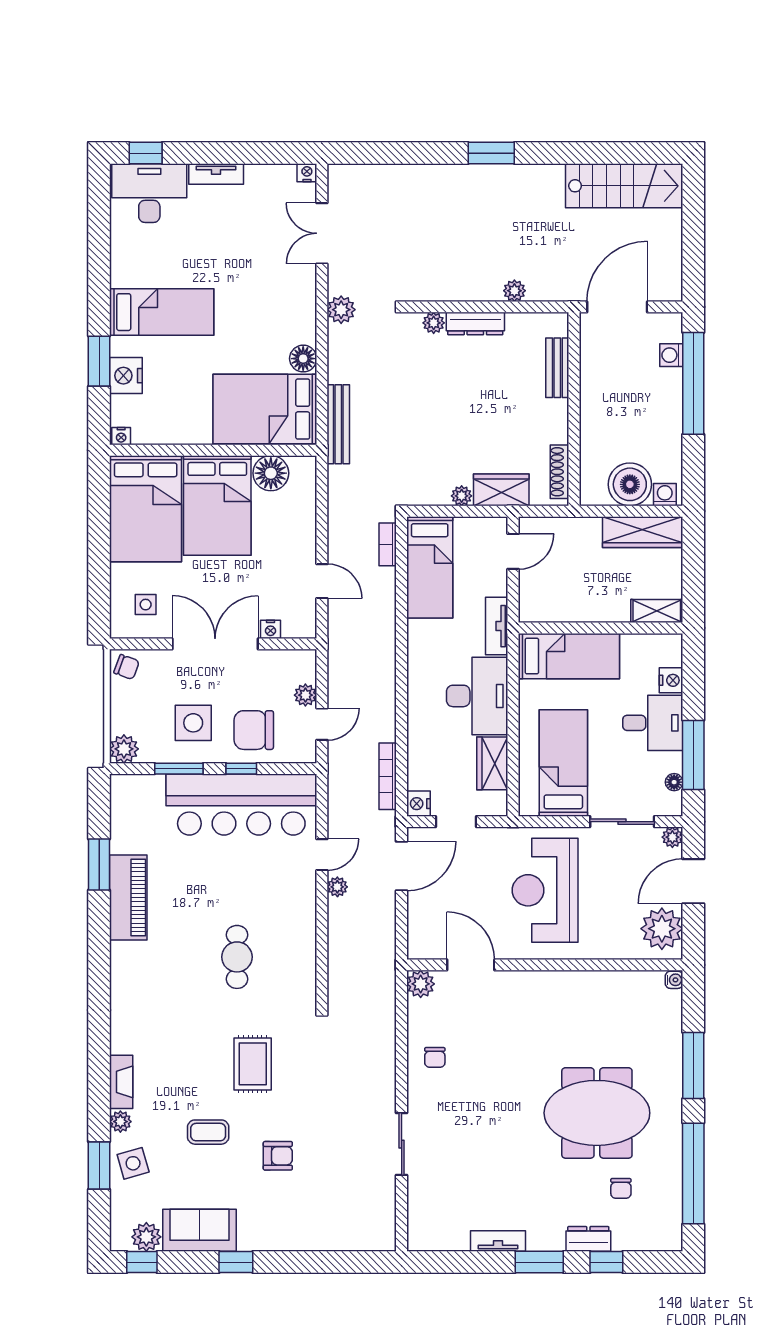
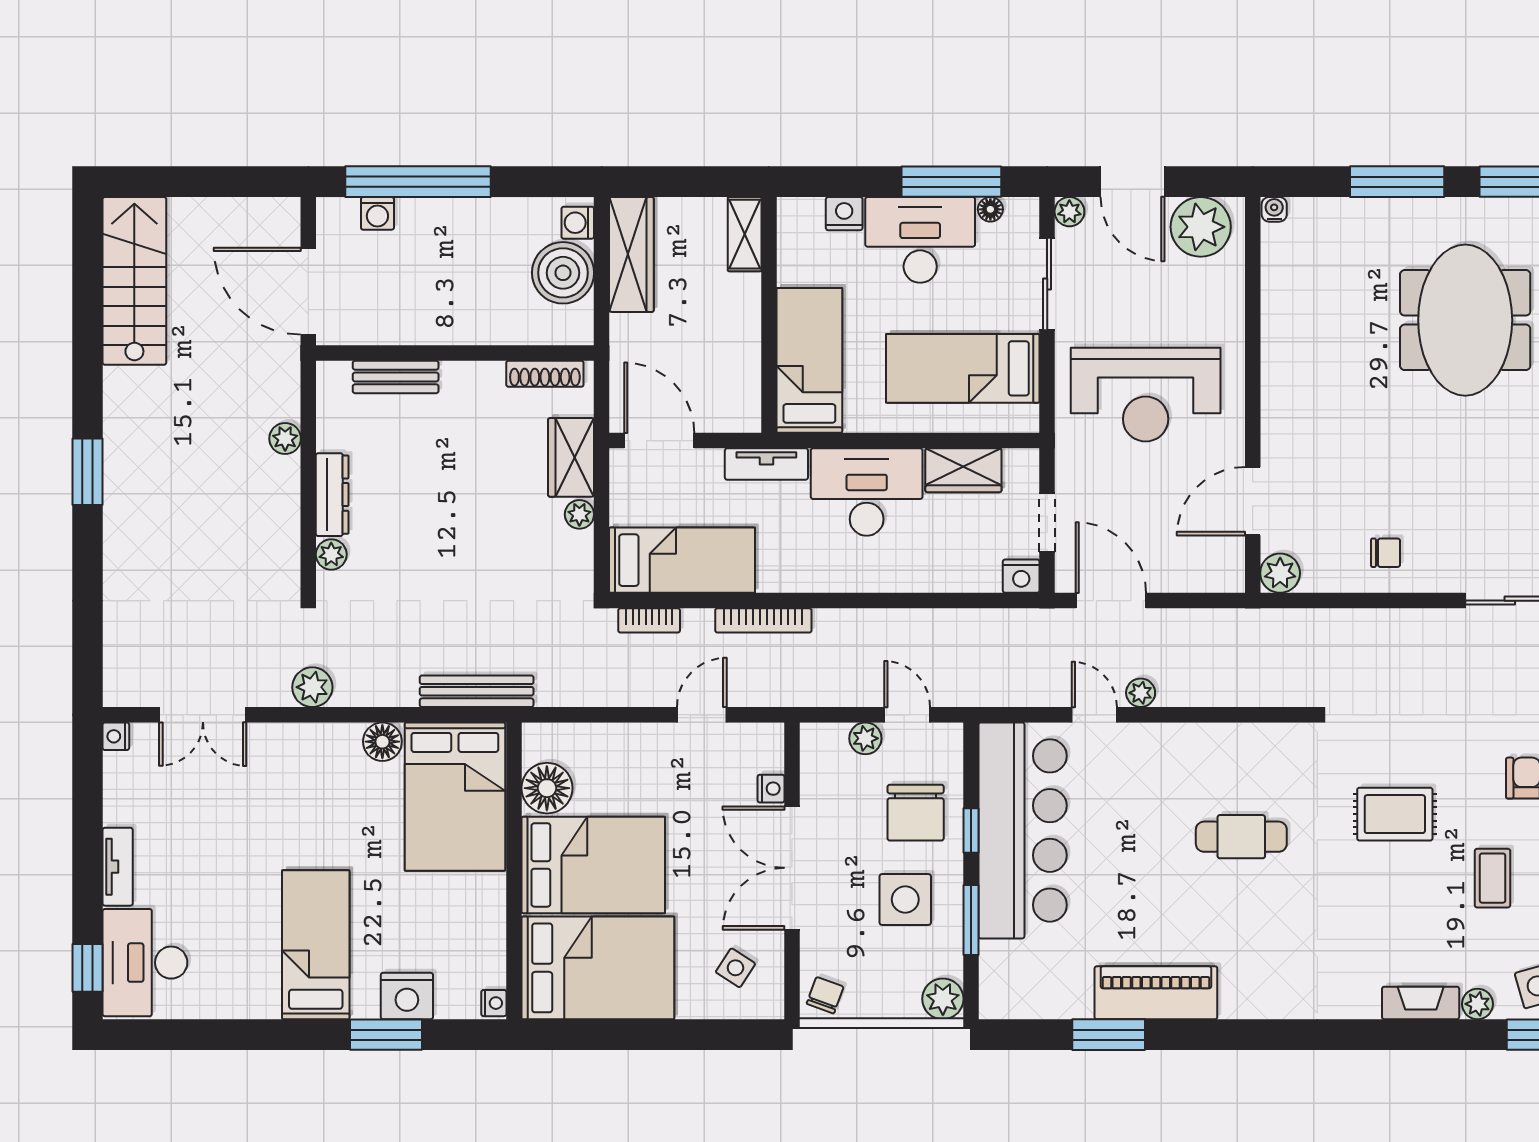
door: (513, 551) -> (659, 441), width x1.38
side table: (146, 605) -> (735, 968), turned 33
desk: (653, 723) -> (920, 240), width x1.37
bookcase: (388, 776) -> (763, 620), moved

